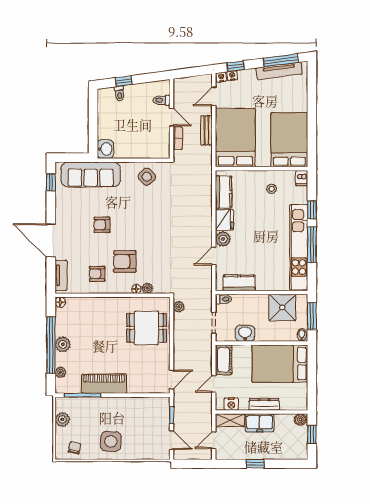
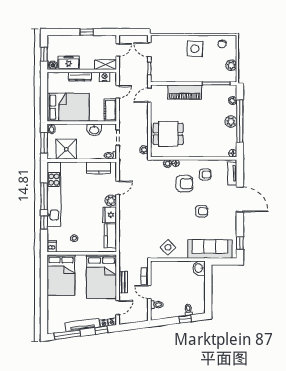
tv unit: (279, 71) -> (82, 325), moved
piano: (104, 384) -> (185, 92), moved
freezer: (260, 423) -> (69, 63), moved

